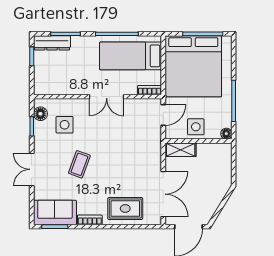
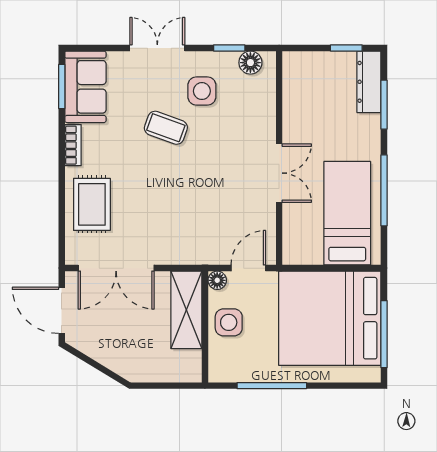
bookcase: (150, 90) -> (290, 245), removed
double door: (107, 97) -> (279, 173), swing flipped
door: (163, 115) -> (248, 268), swing flipped
side table: (65, 125) -> (202, 91), moved
floor lamp: (226, 134) -> (217, 280), moved
shelving: (181, 150) -> (186, 310), width x1.50, depth x1.33

